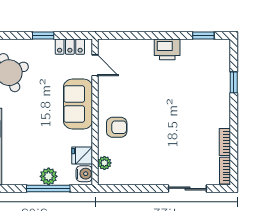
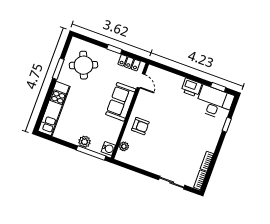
desk: (206, 58) -> (214, 102), added
fridge: (82, 156) -> (111, 136), removed
window: (48, 188) -> (91, 153), moved

